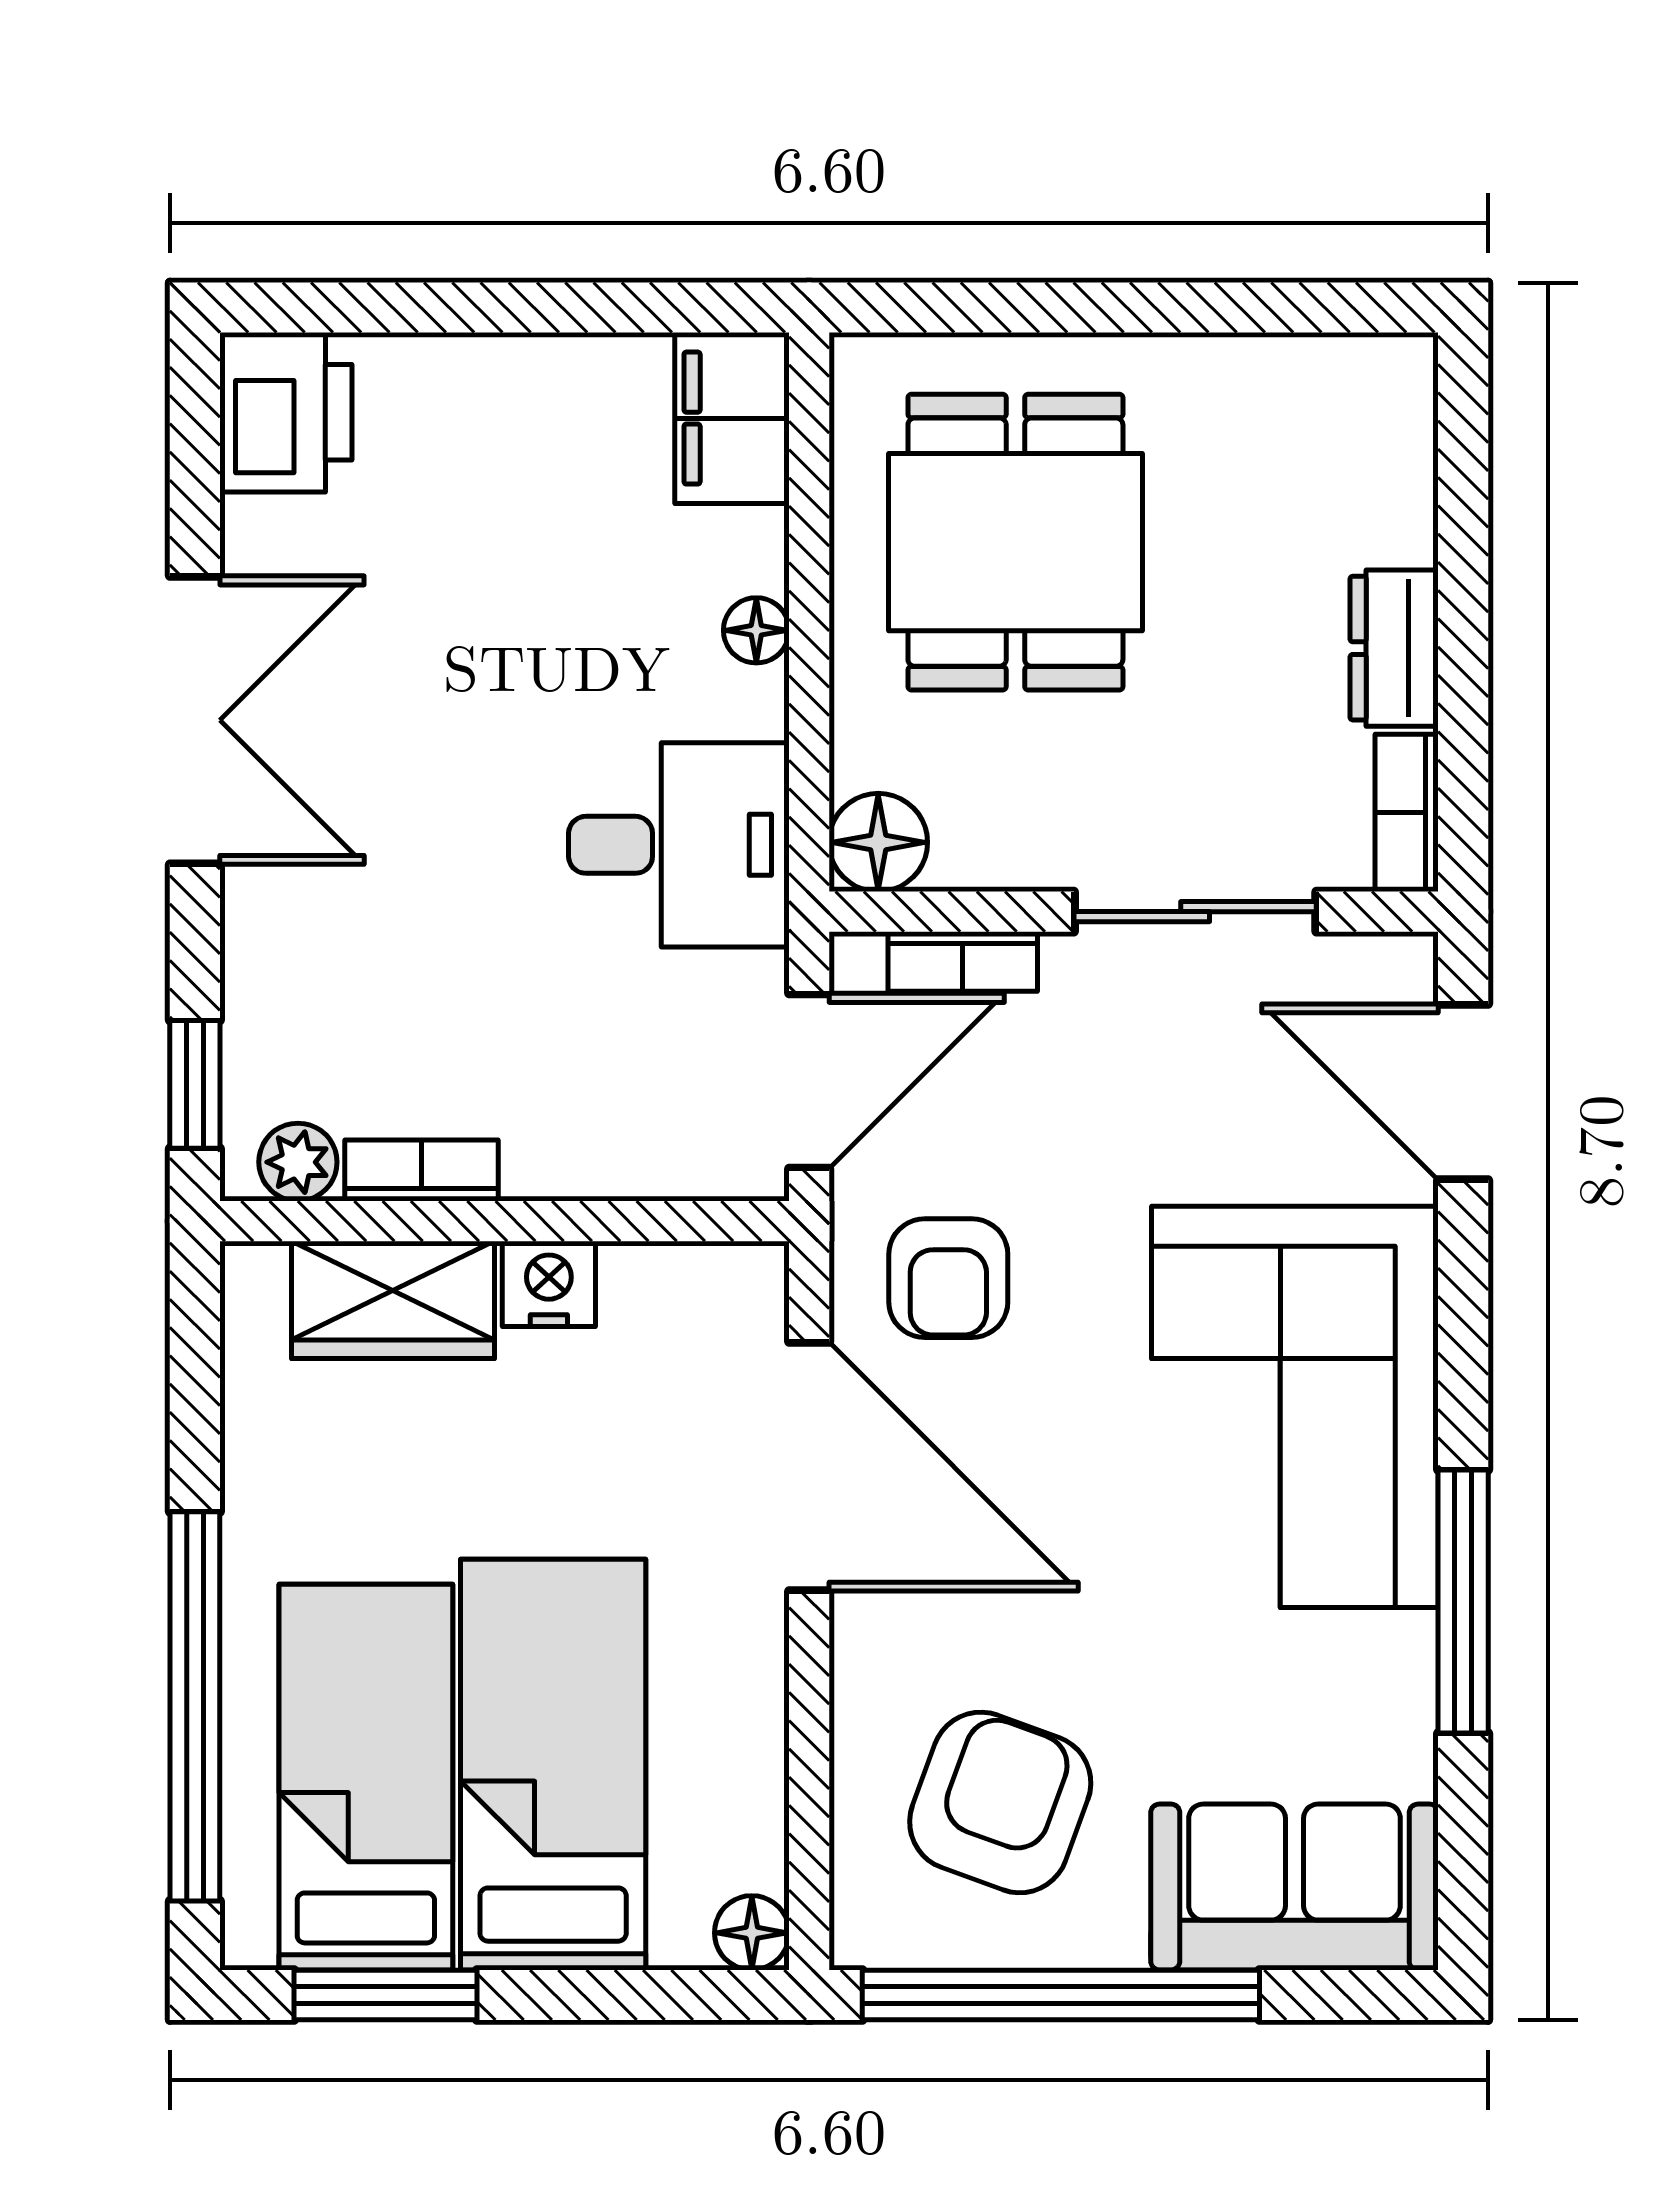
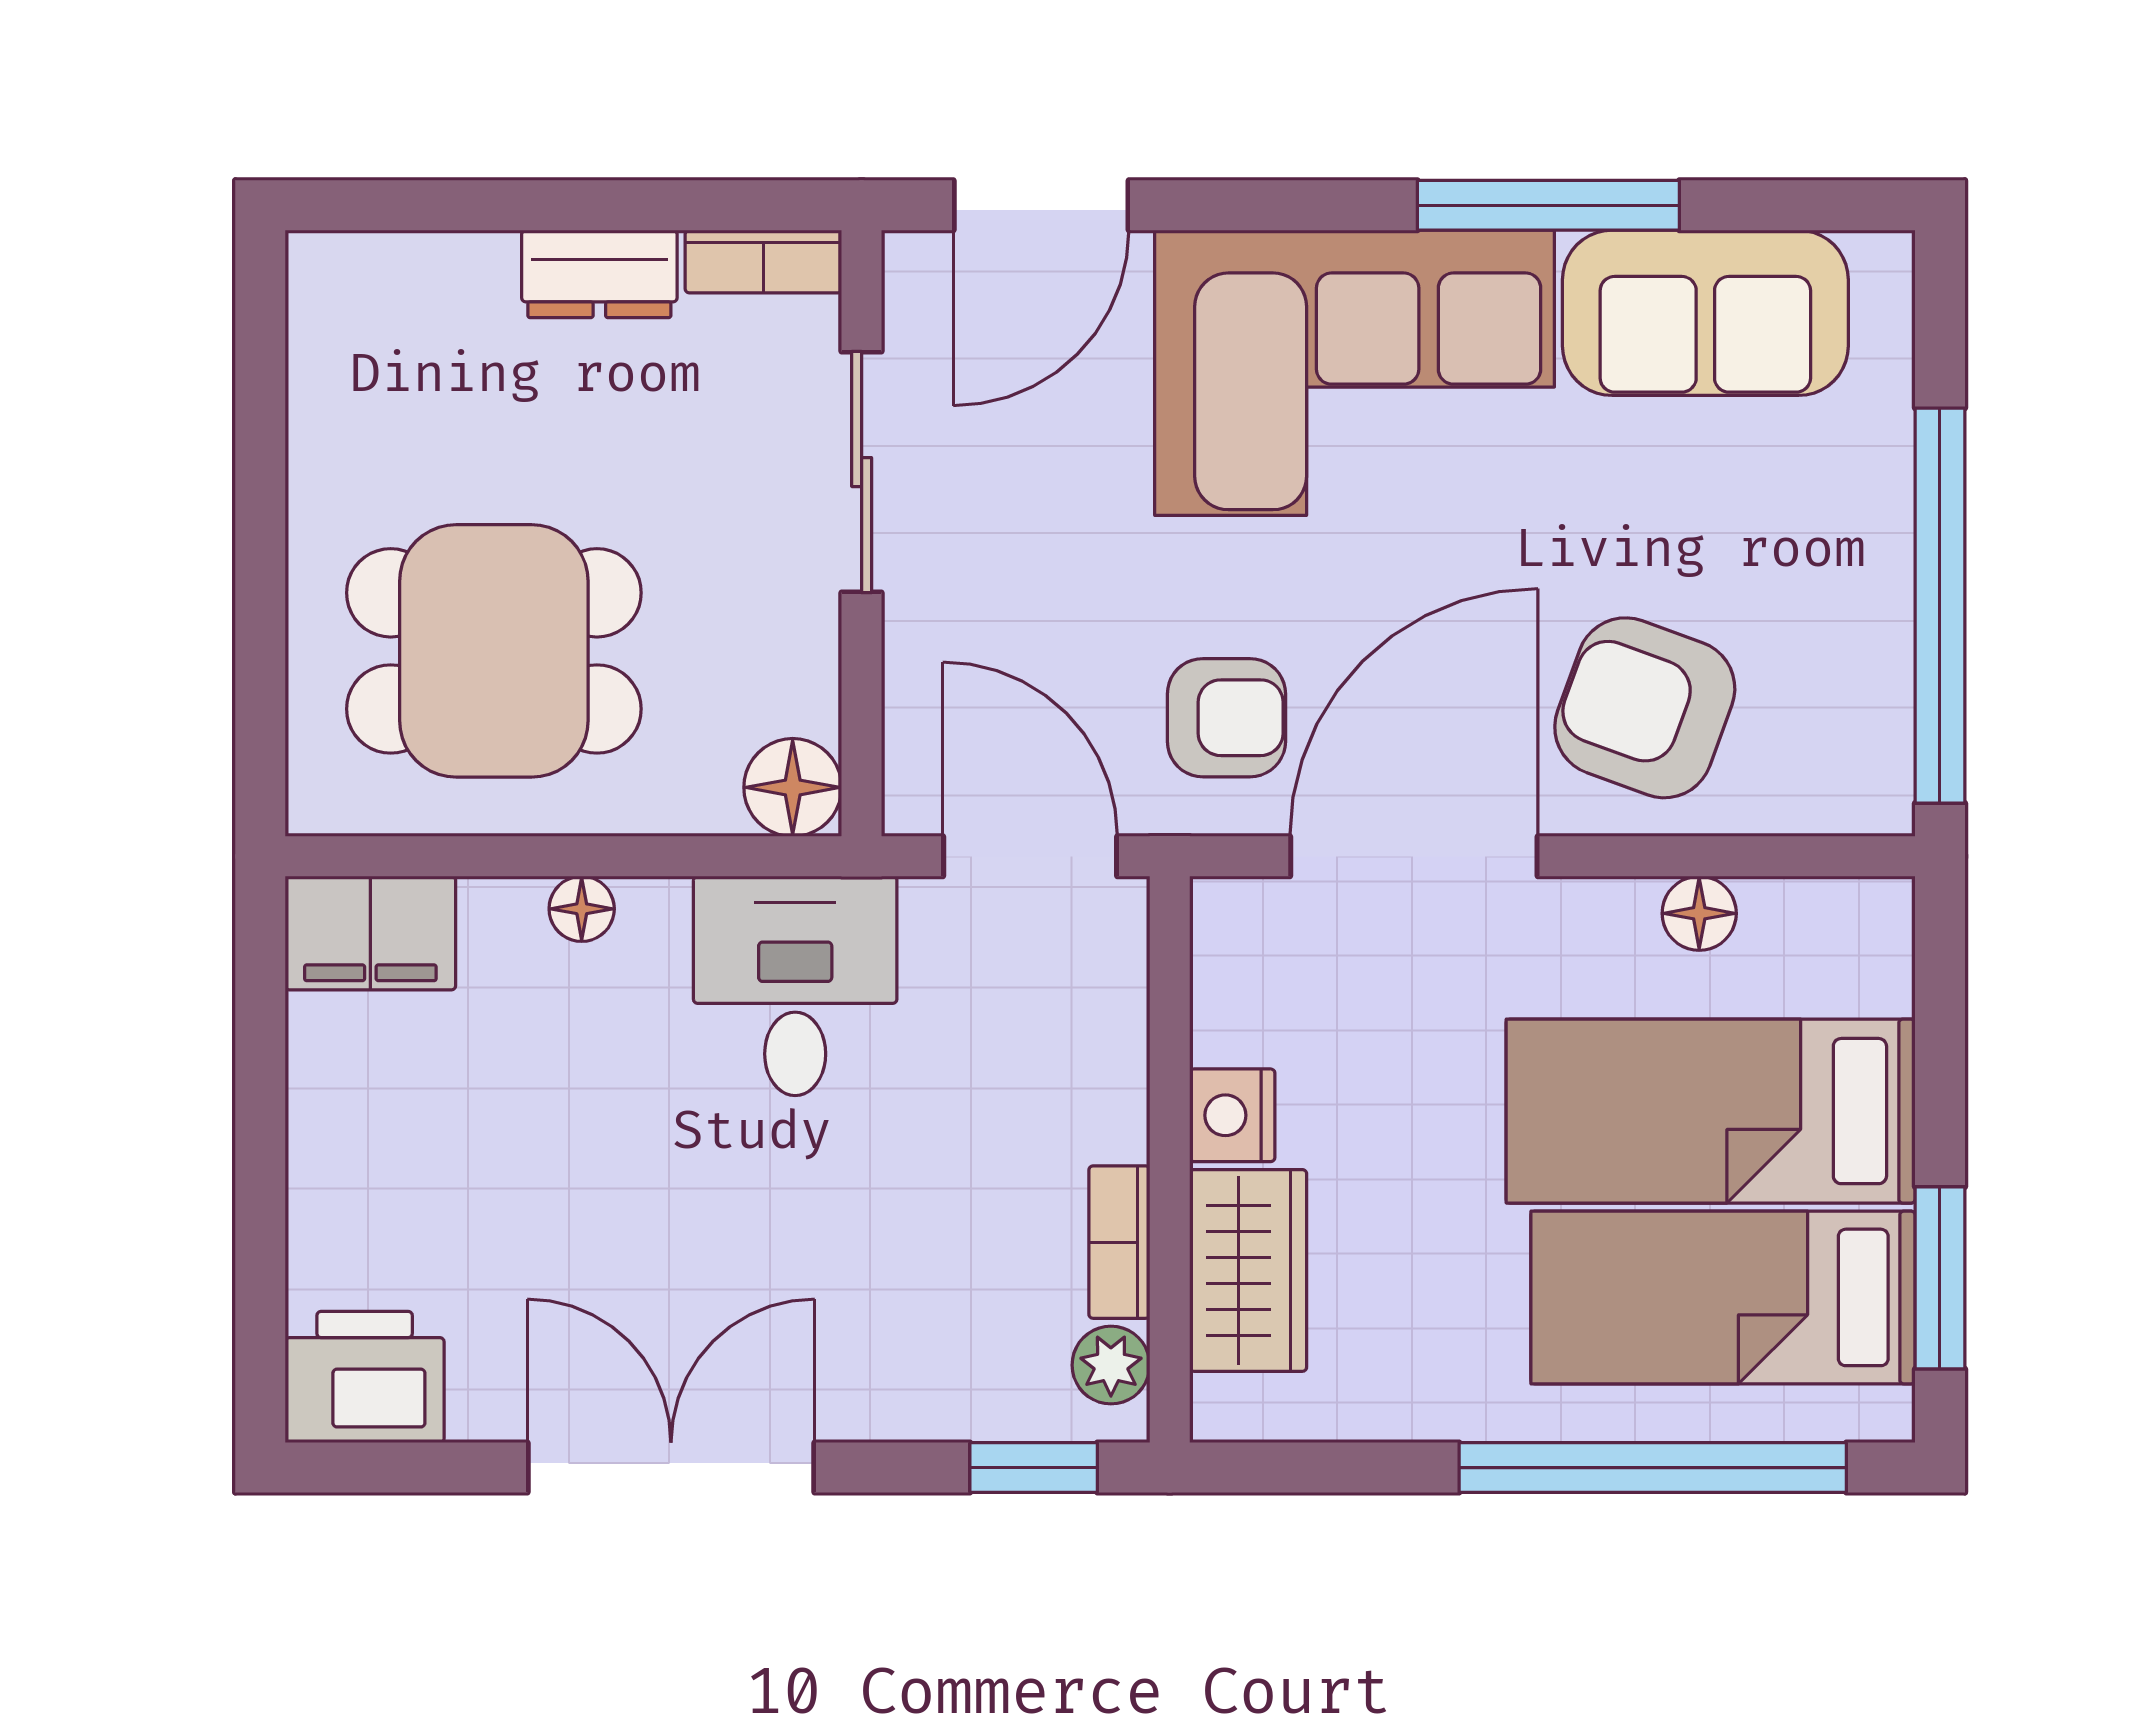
bookcase: (963, 961) -> (911, 703), removed
armchair: (1000, 1802) -> (1645, 708), moved
sofa: (1294, 1887) -> (1705, 313), moved, turned -90
floor lamp: (752, 1933) -> (1699, 913), moved

